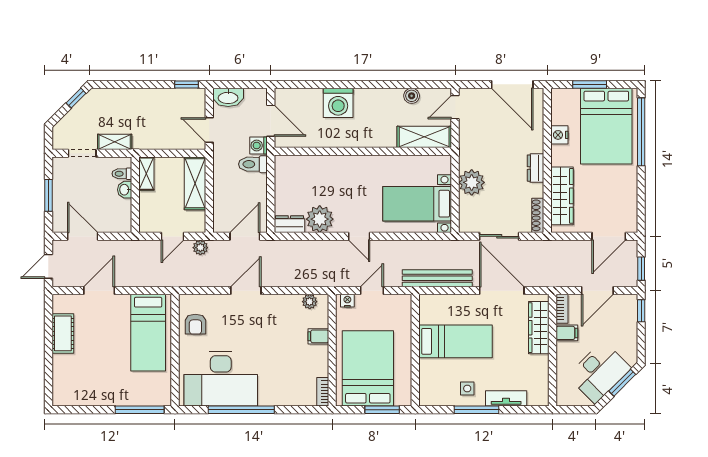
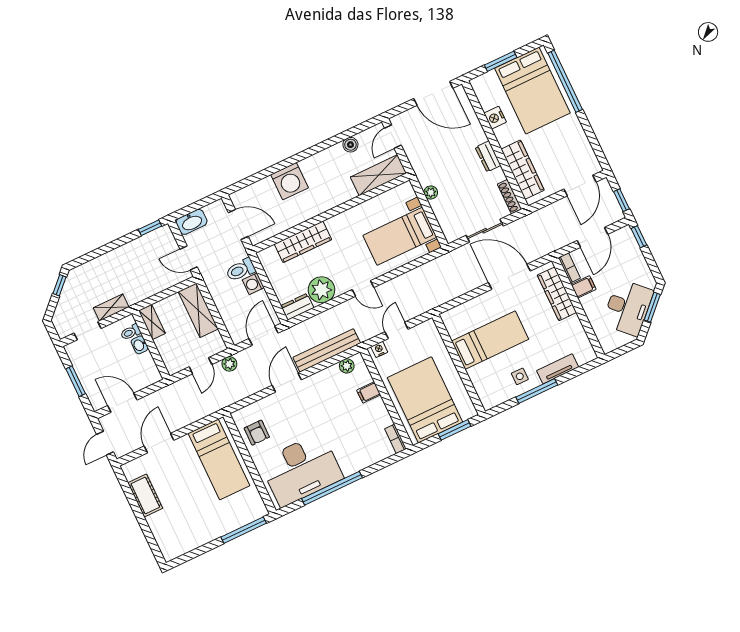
washing machine: (258, 145) -> (253, 284), moved
wardrobe: (324, 166) -> (303, 242), added
plant: (472, 182) -> (431, 192), width x0.53, depth x0.53
bench: (437, 278) -> (327, 350), moved

